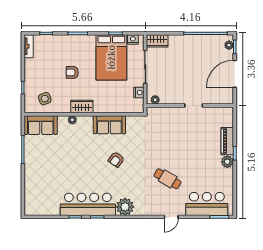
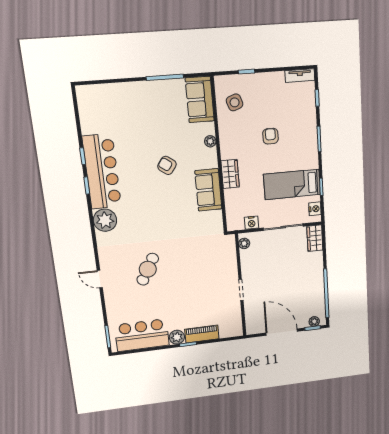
bed: (111, 57) -> (292, 184), width x0.67
wardrobe: (82, 107) -> (230, 174), moved
armchair: (116, 160) -> (167, 165), moved
bar counter: (207, 204) -> (142, 335), moved, turned -90

